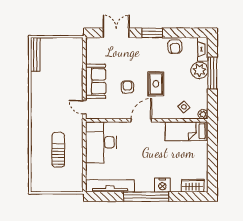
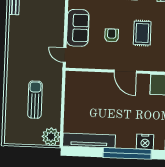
door: (141, 120) -> (125, 72), swing flipped
desk: (101, 142) -> (81, 93), removed
plant: (74, 184) -> (51, 137), added

